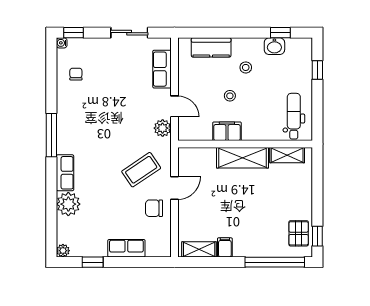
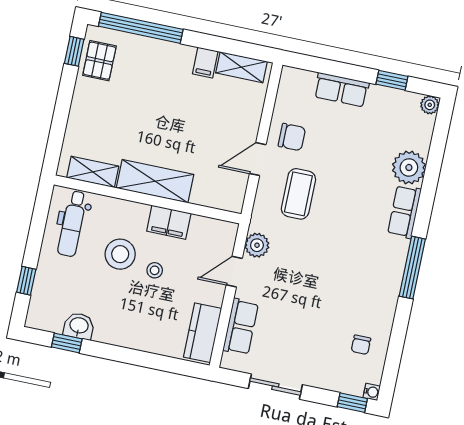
kitchen counter: (211, 47) -> (202, 333), moved, turned -90
stool: (246, 67) -> (120, 254), moved, width x1.89, depth x1.89
door: (174, 106) -> (234, 272), hinge flipped
coffee table: (141, 170) -> (298, 194), turned -56

